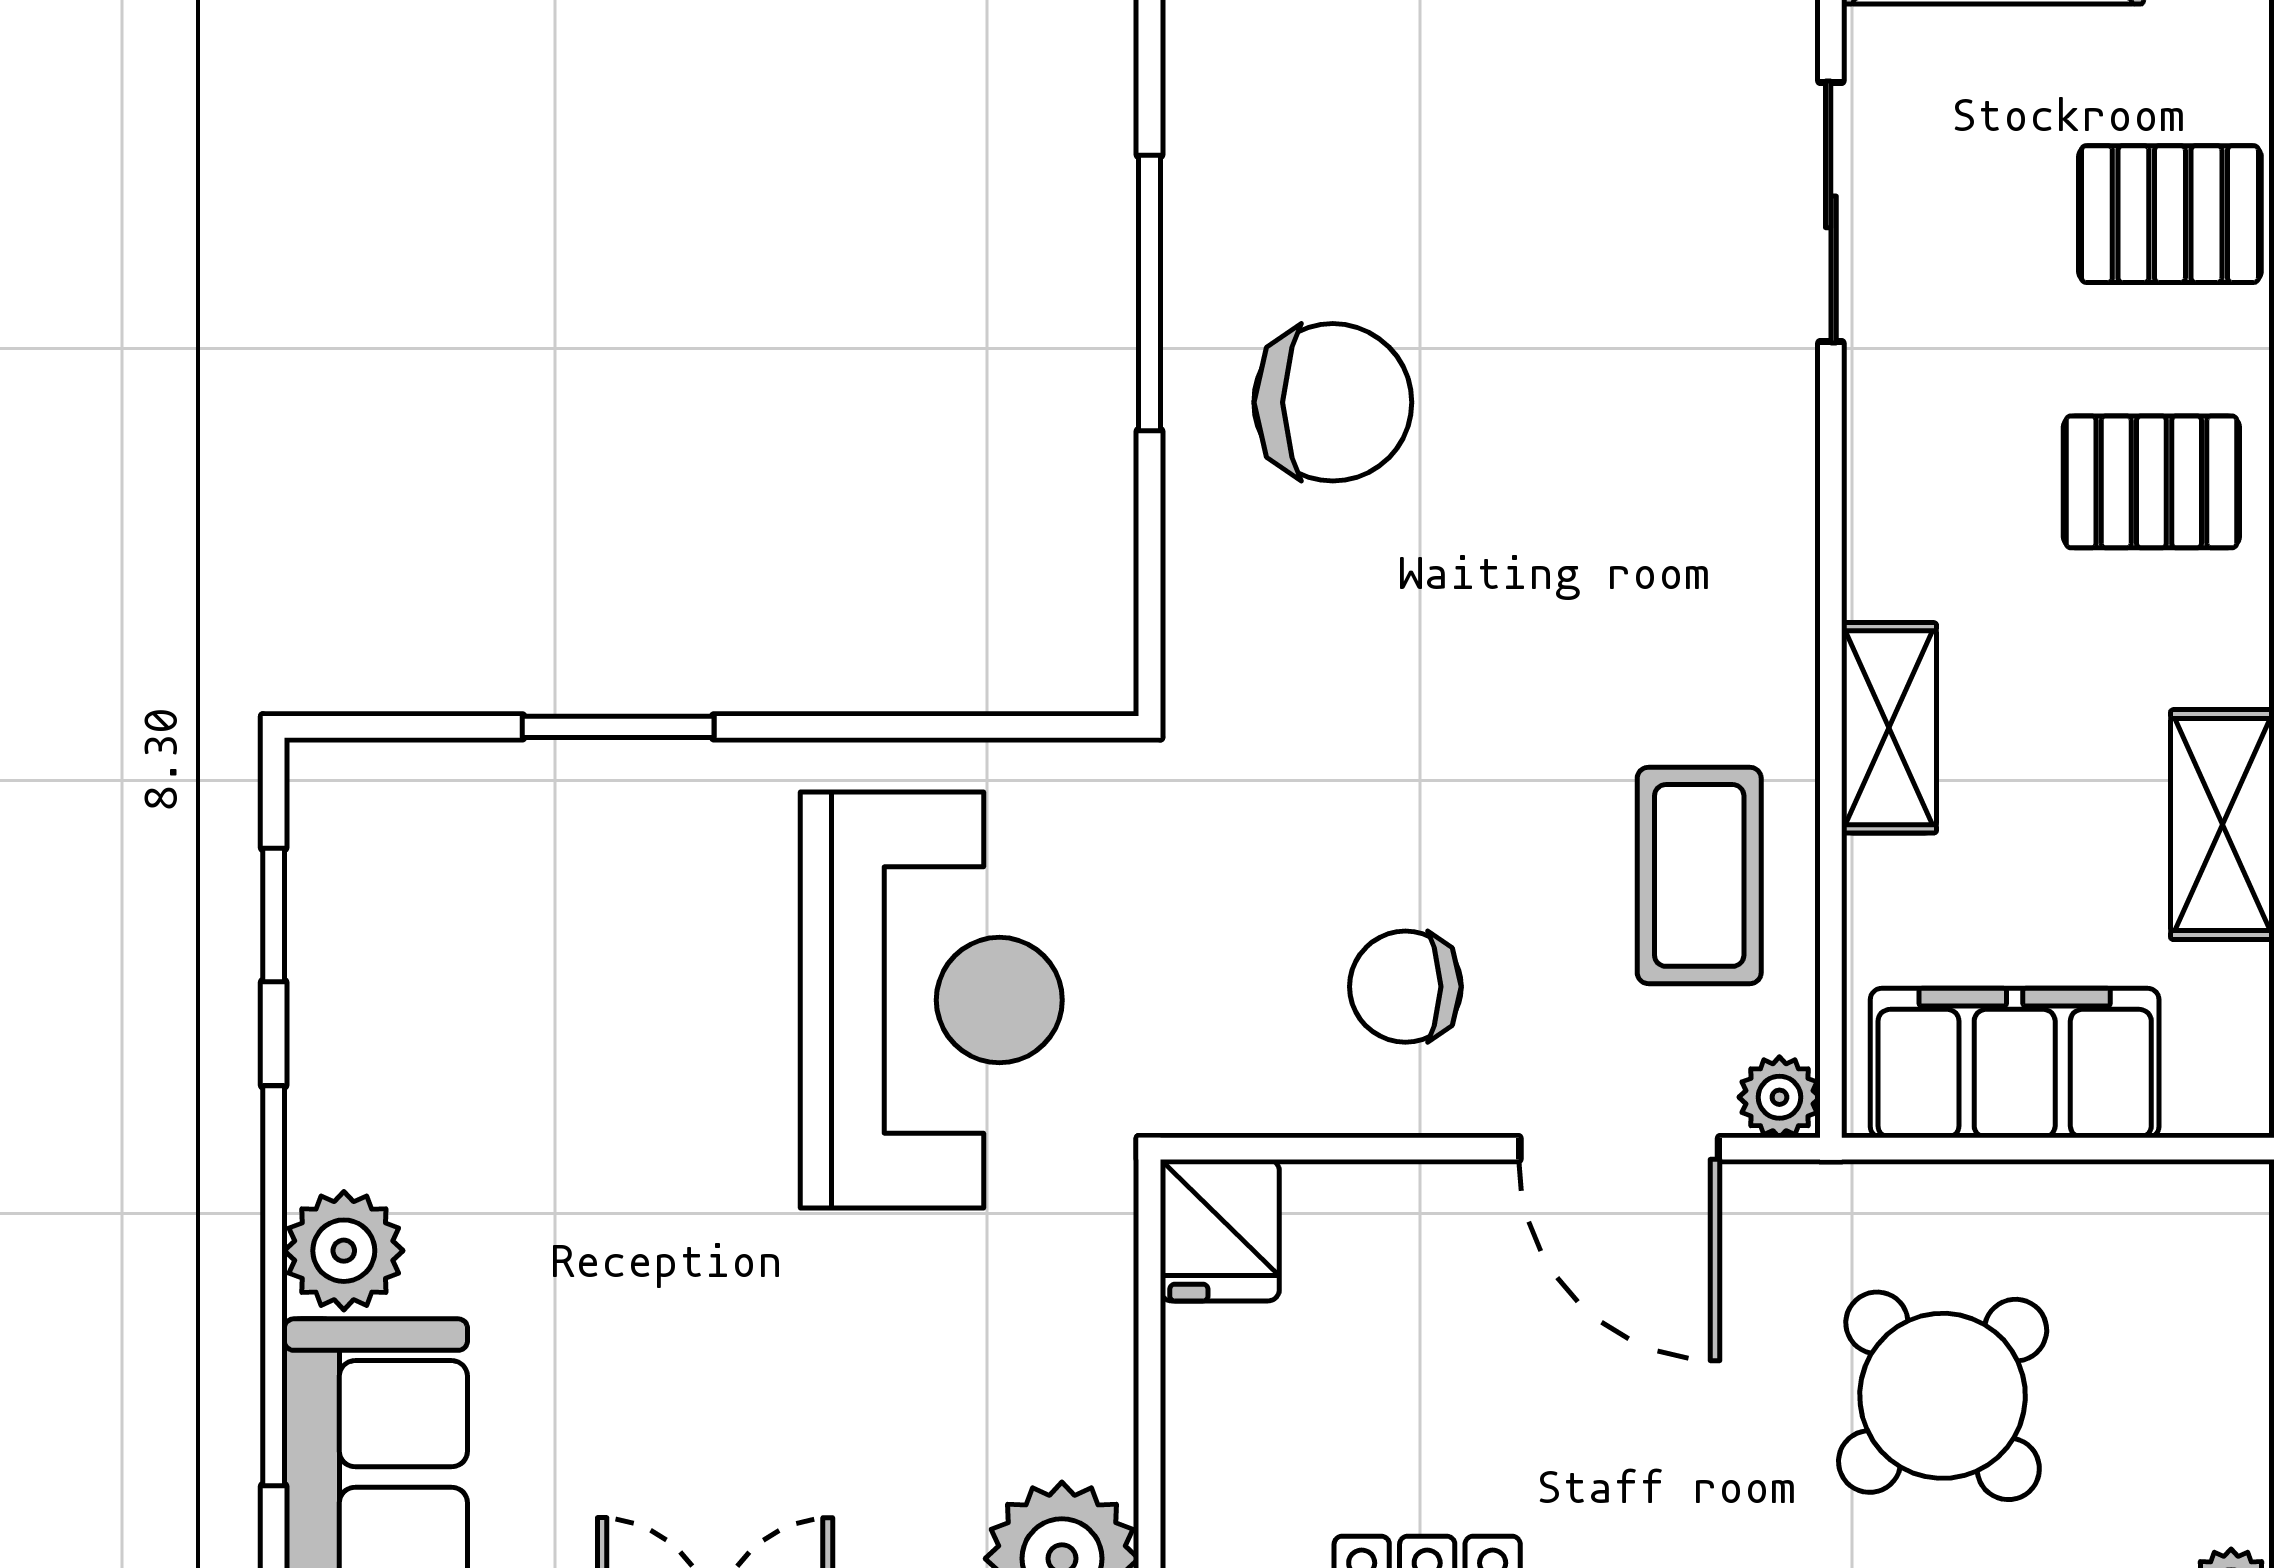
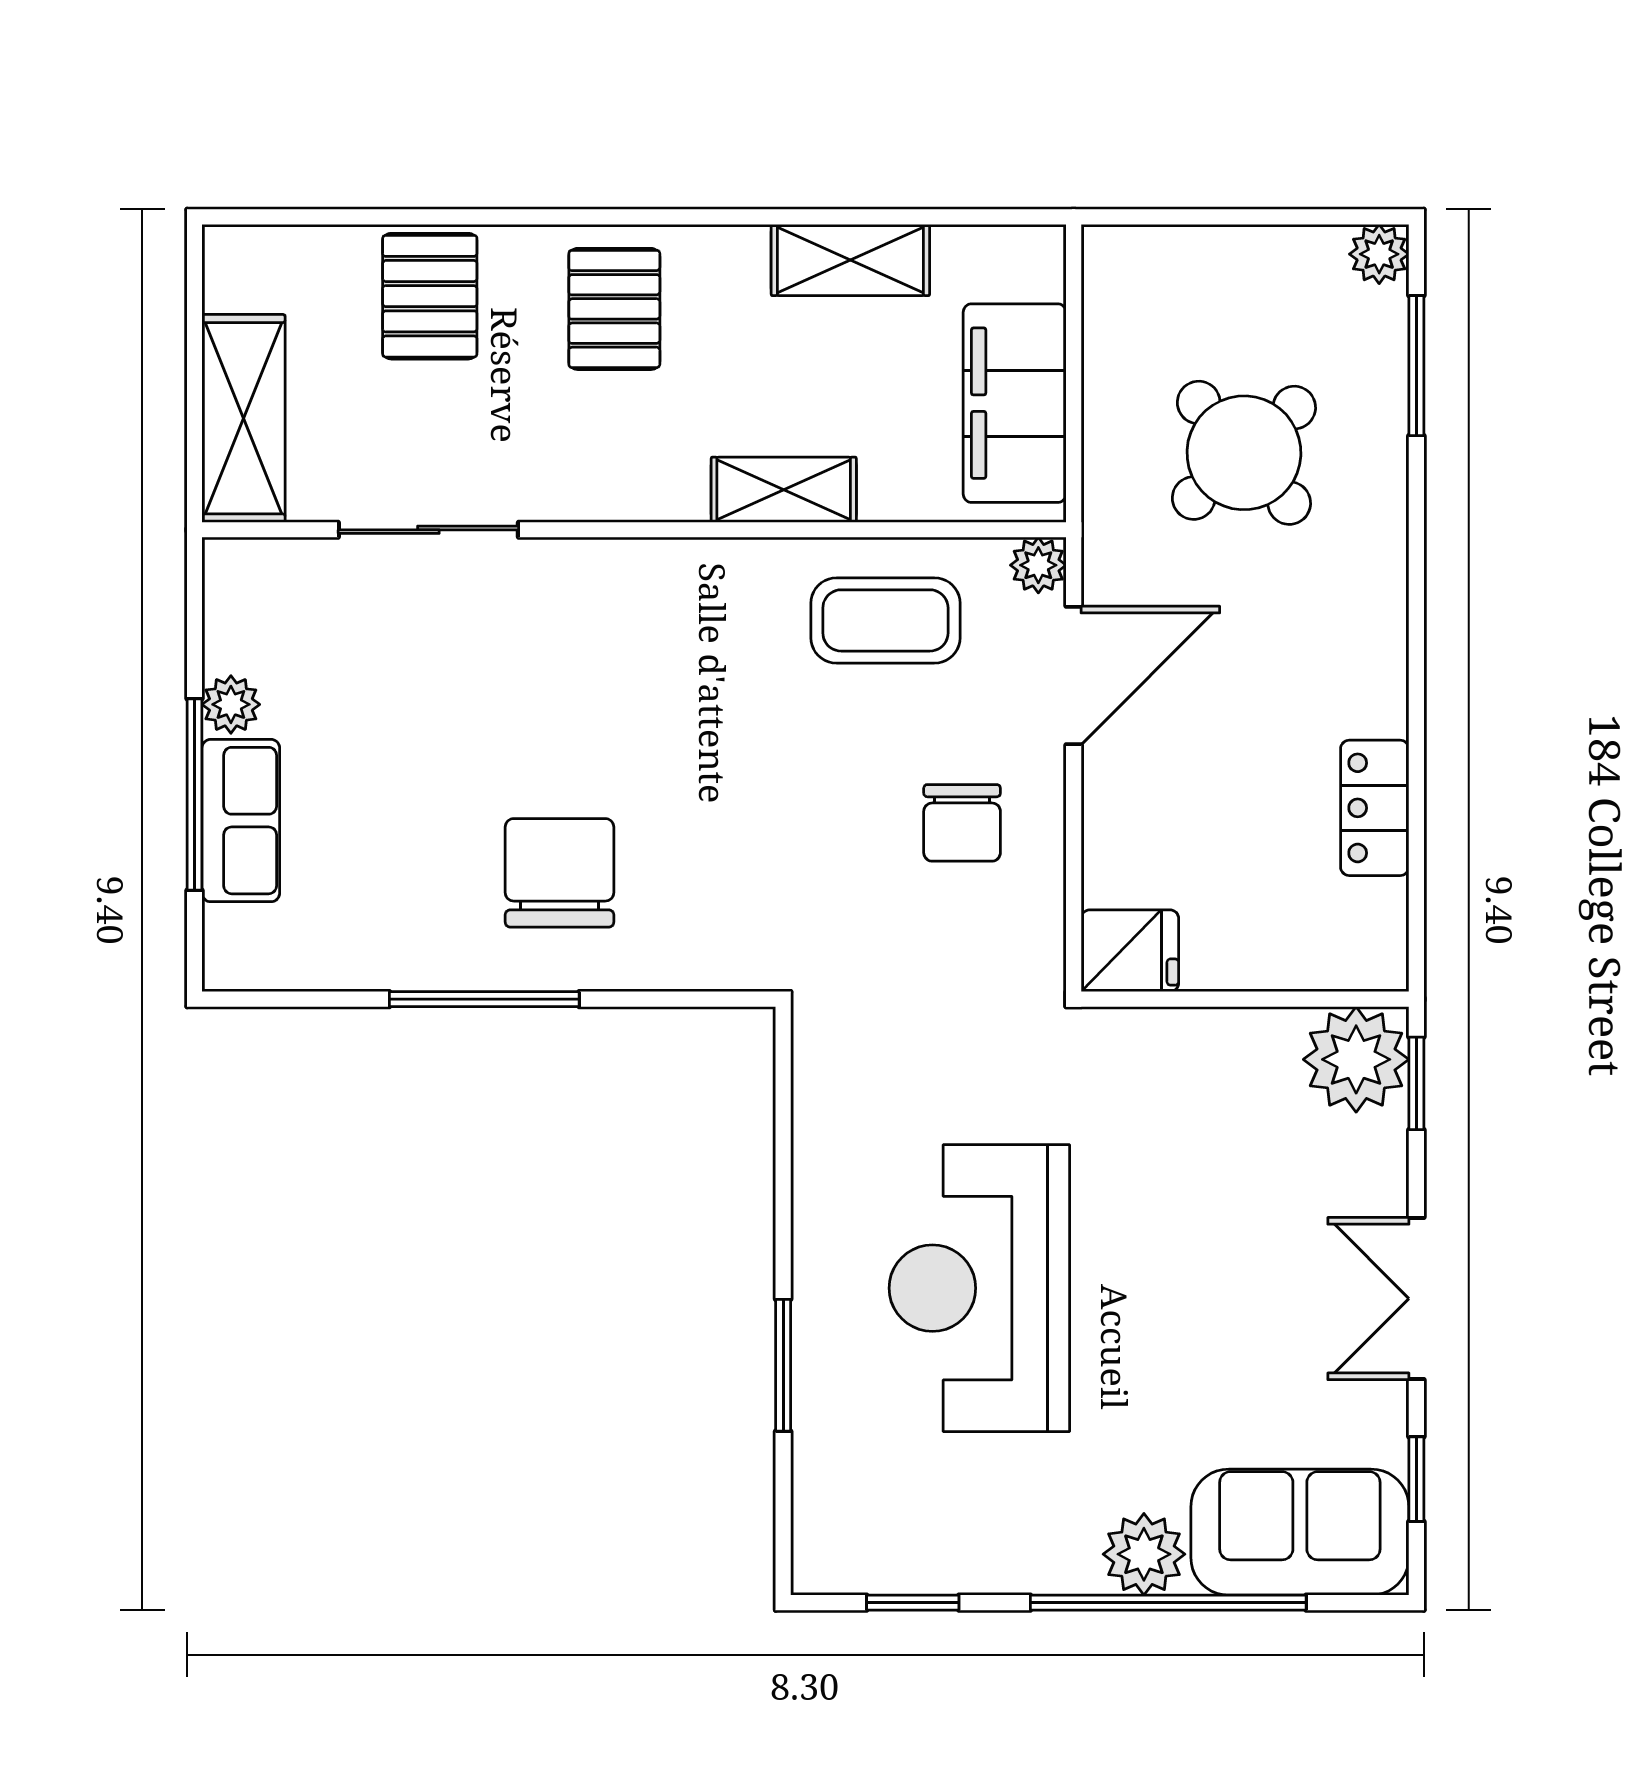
reception desk: (931, 1000) -> (979, 1288), moved, turned -90

